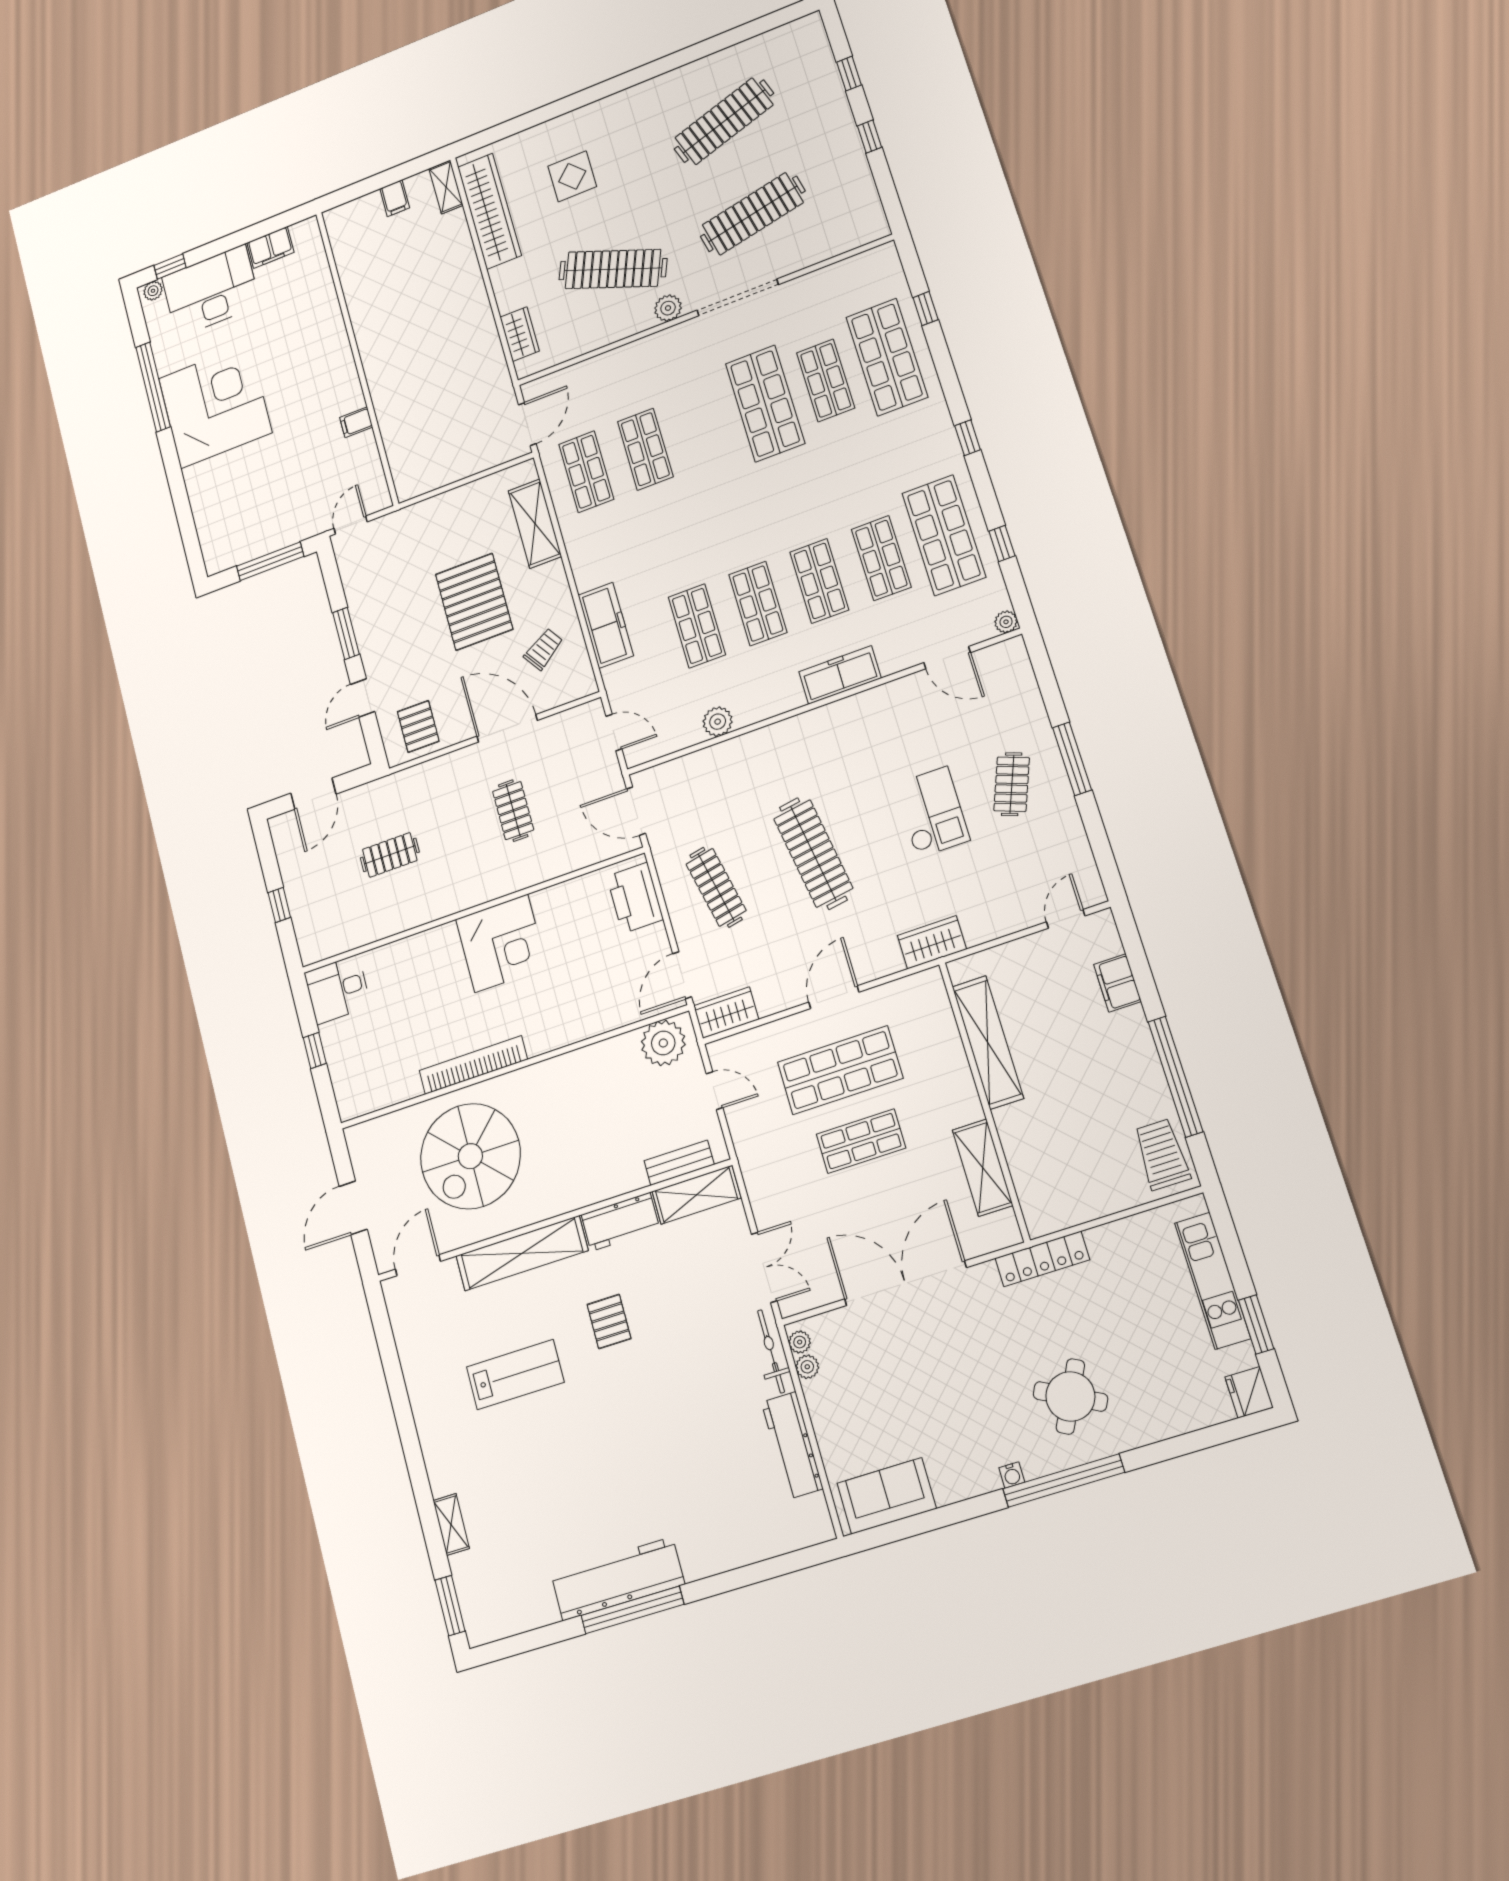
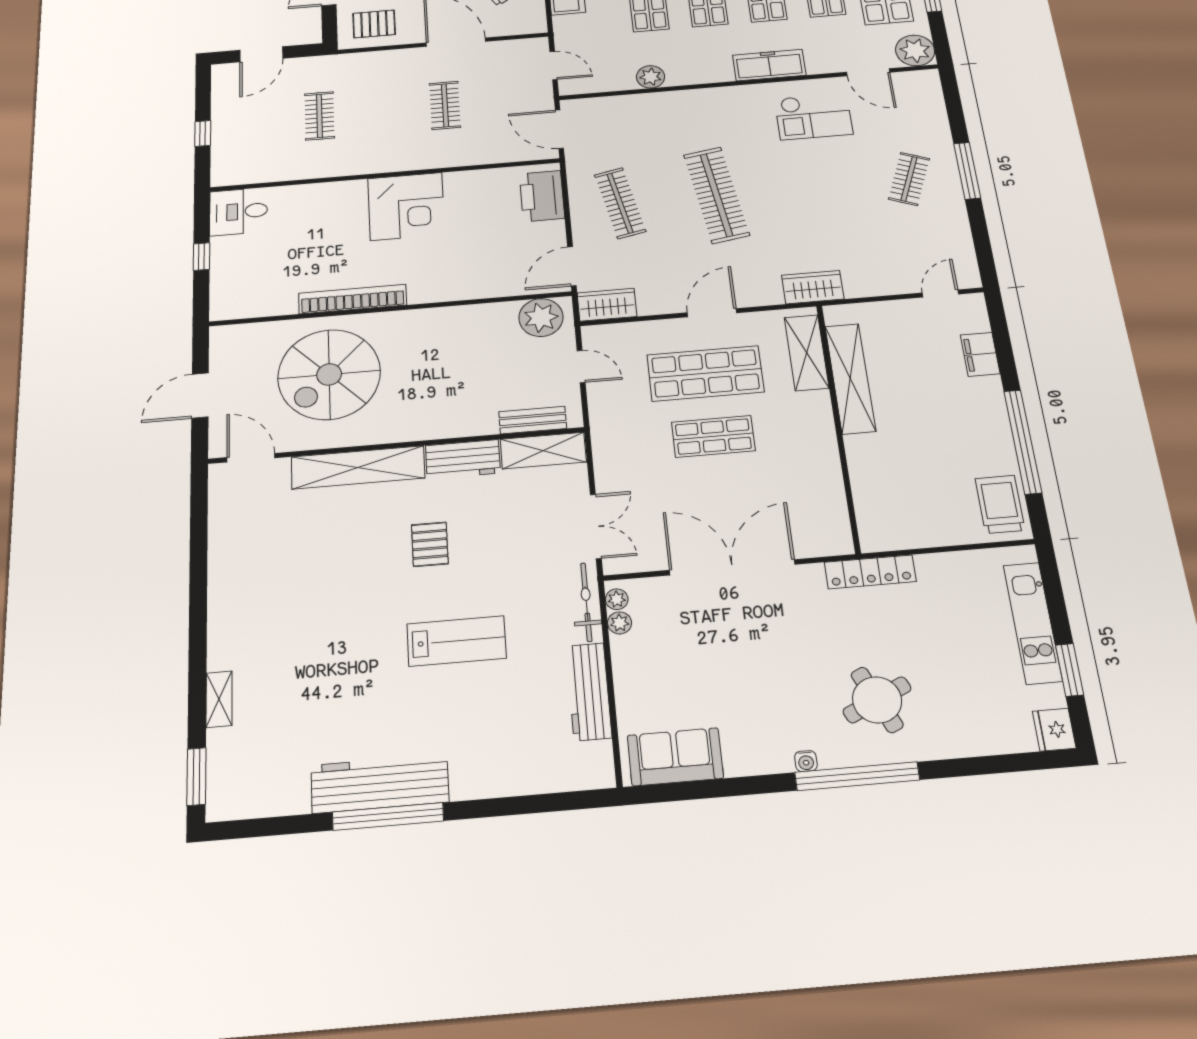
plant: (1006, 622) -> (915, 50), width x1.87, depth x1.87
pallet: (418, 726) -> (374, 24), turned 90
checkout: (932, 812) -> (813, 116), moved, turned 90
clothes rail: (390, 855) -> (319, 116), turned 90
shelving: (983, 1168) -> (807, 353), moved
door: (418, 1265) -> (251, 458), hinge flipped
lab bench: (515, 1375) -> (457, 641), moved
round table: (1070, 1396) -> (877, 700), turned 38

